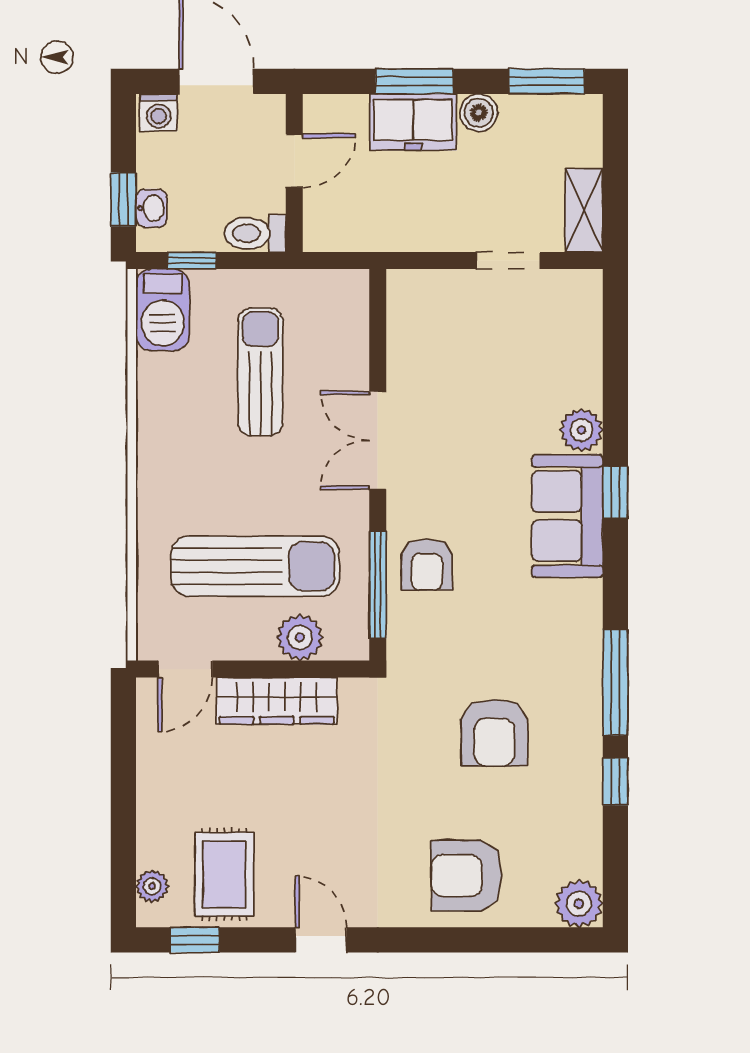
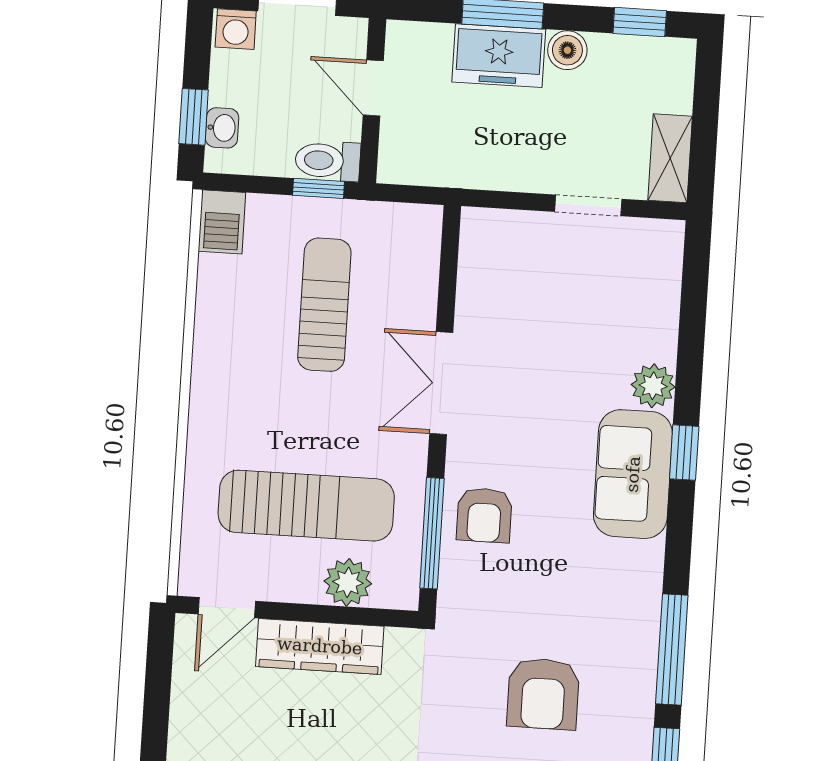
window: (547, 81) -> (640, 22), width x0.67
door: (294, 161) -> (373, 88), swing flipped
window: (192, 261) -> (319, 188), moved
barbecue: (163, 310) -> (222, 222), width x0.73, depth x0.79

